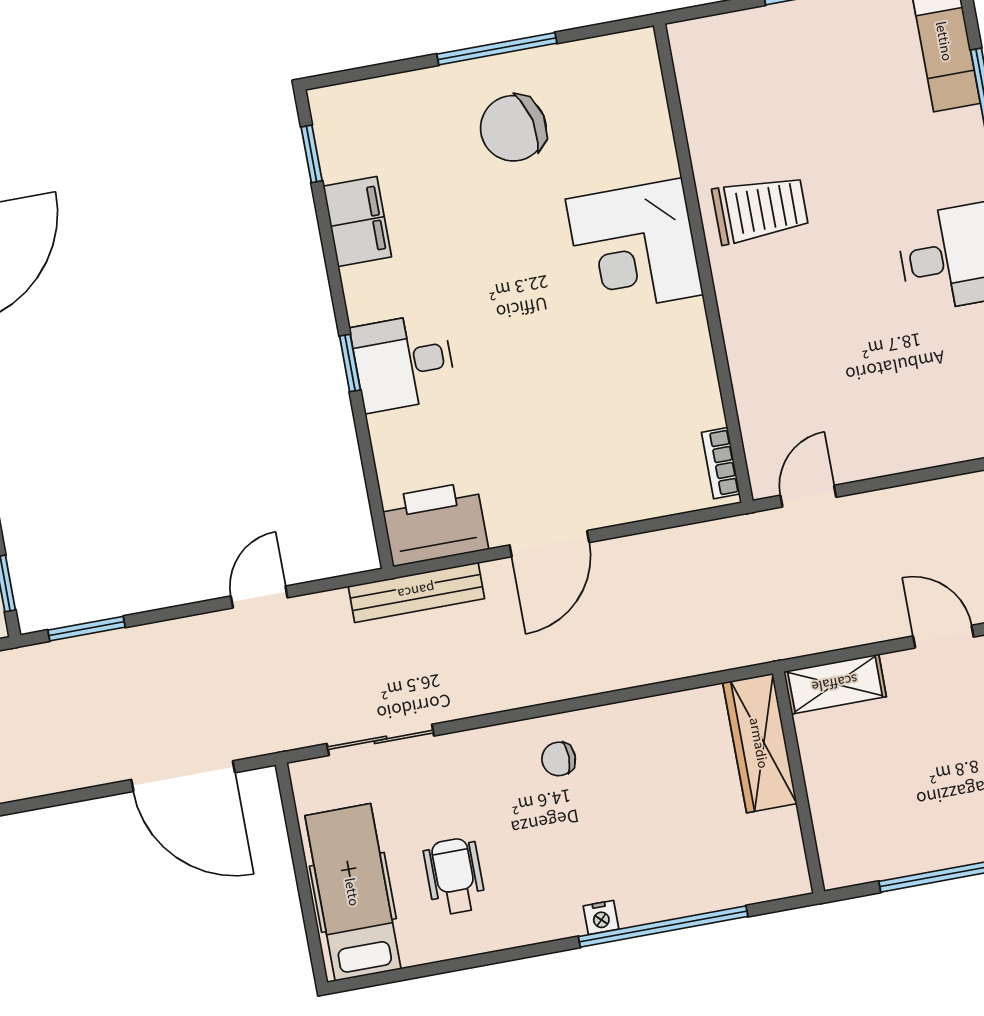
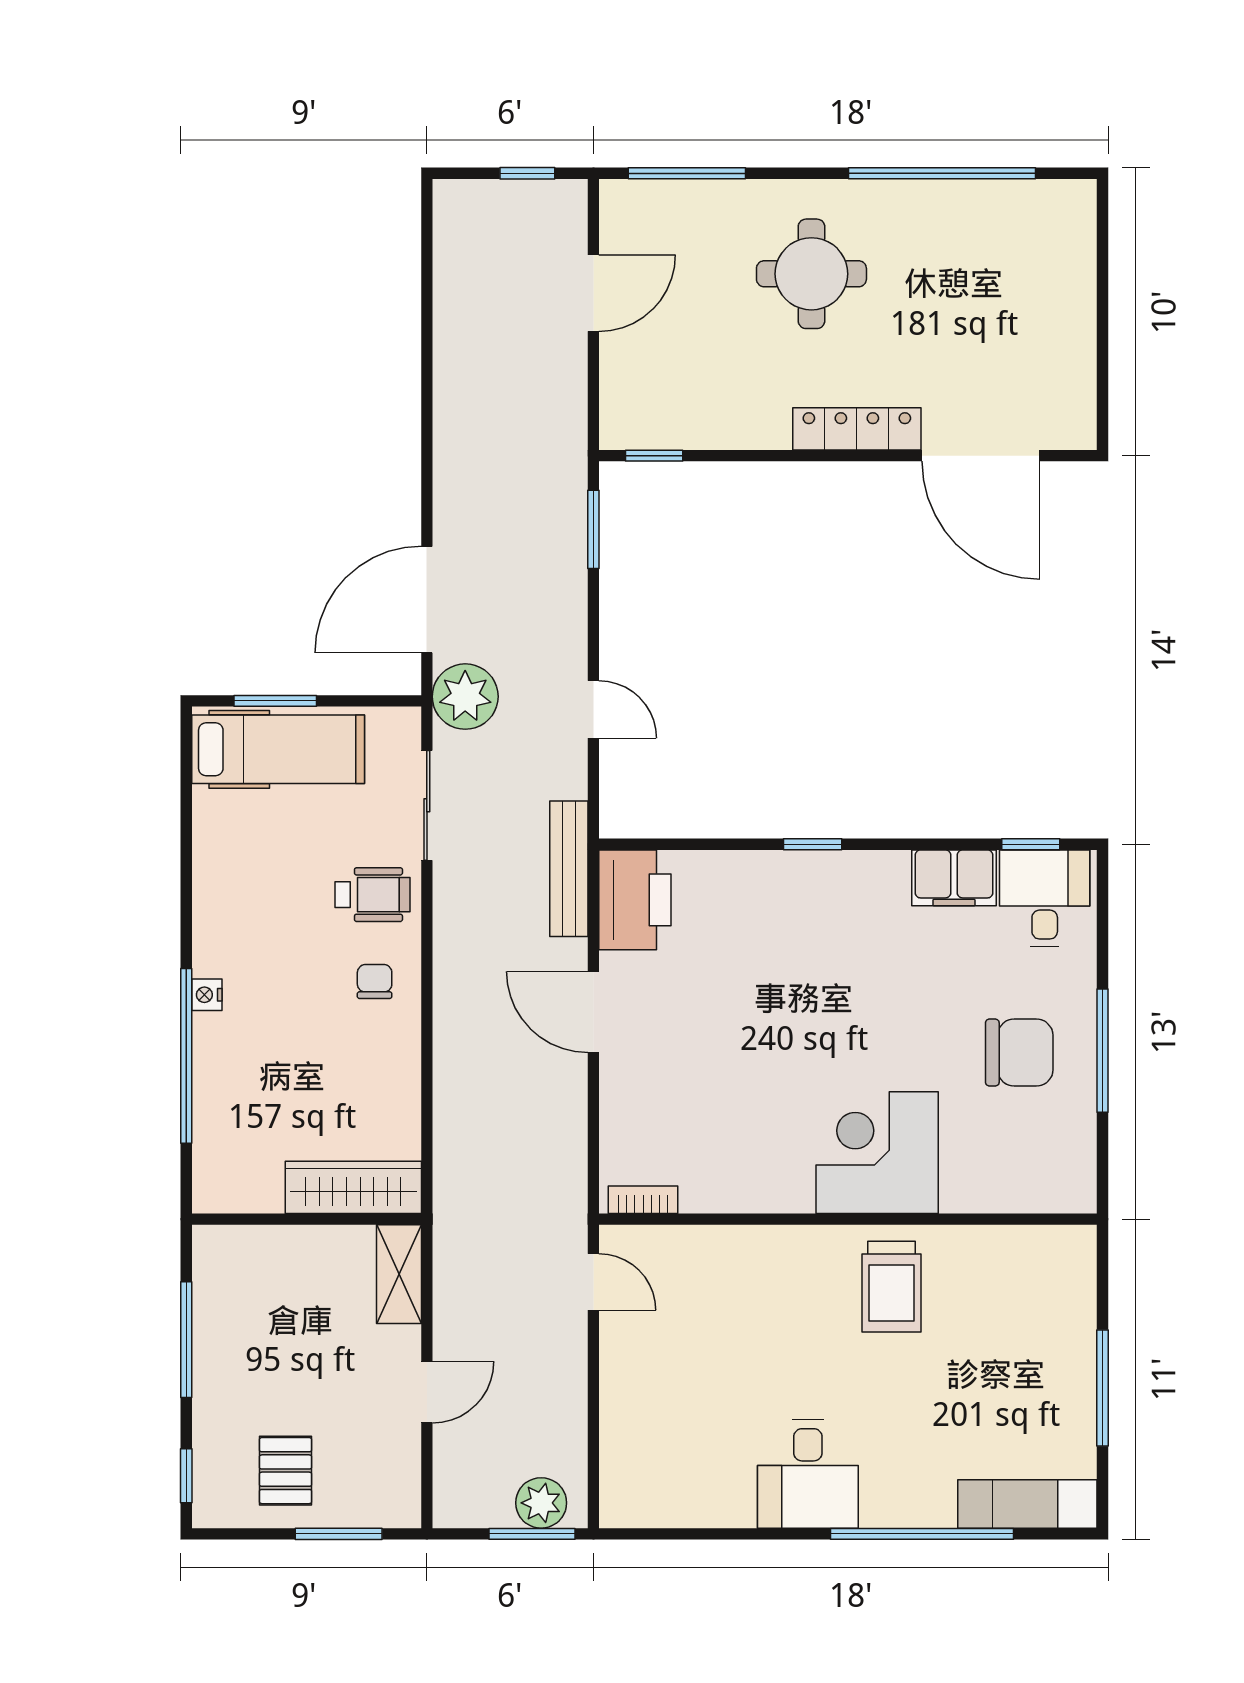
chair: (513, 128) -> (1019, 1053), turned 102
desk: (403, 362) -> (1045, 898), moved
plant: (269, 722) -> (465, 697), added
wheelchair: (454, 876) -> (372, 895), moved
window: (307, 904) -> (275, 701), added

